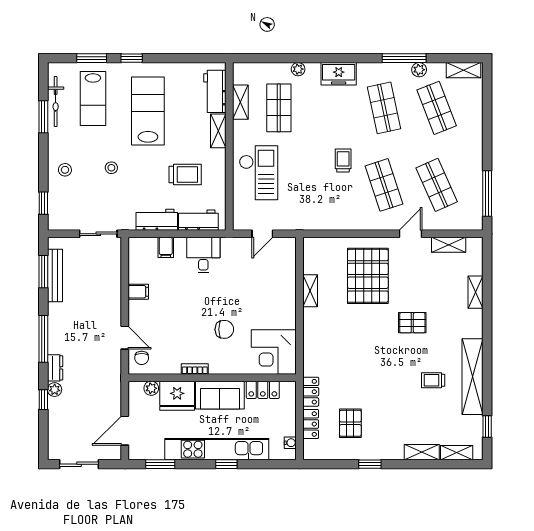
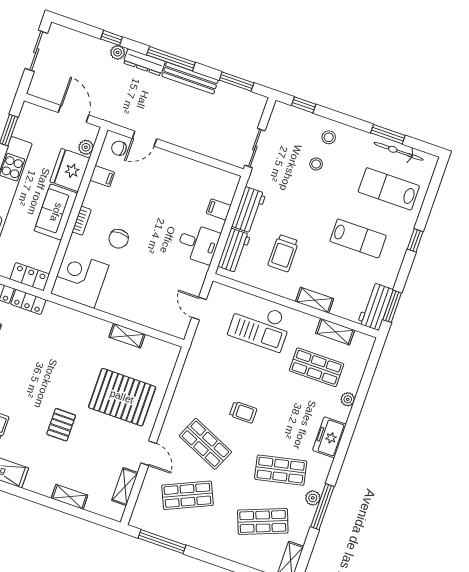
window: (92, 58) -> (392, 306), moved
plant: (419, 70) -> (313, 498), moved
workbench: (215, 91) -> (375, 306), moved, turned -90
lab bench: (148, 111) -> (358, 238), width x0.73, depth x0.72
stool: (111, 168) -> (316, 164), moved
shop shelf: (384, 185) -> (205, 444), turned 42
bench: (55, 275) -> (190, 78), moved
filing cabinet: (138, 292) -> (102, 176), moved, turned -90
dresser: (55, 368) -> (144, 62), width x1.44
bookcase: (195, 369) -> (82, 221), moved
locker: (263, 390) -> (30, 277), moved, turned 90
door: (125, 431) -> (73, 114), moved

